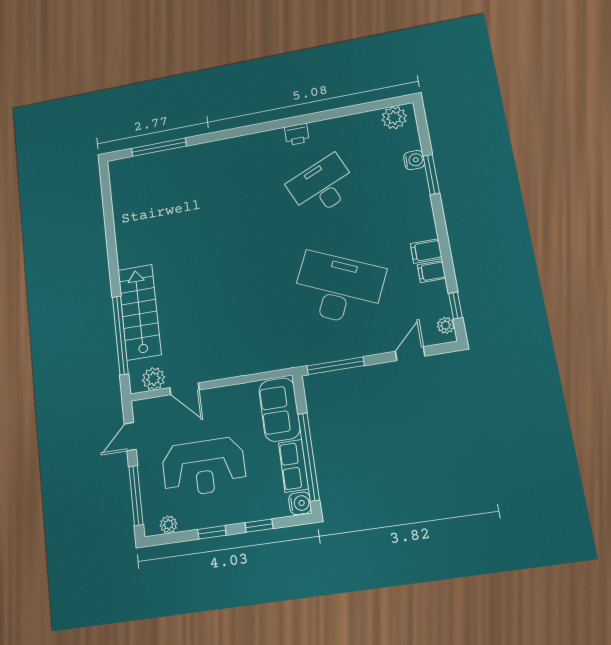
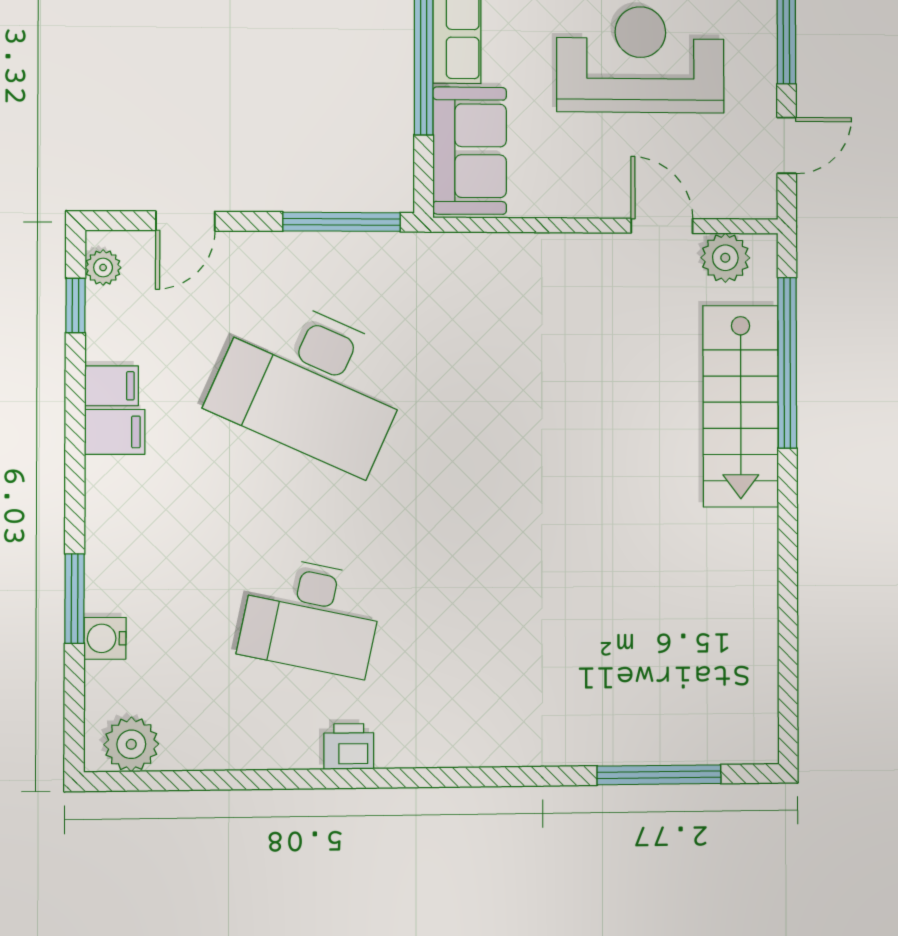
desk: (322, 186) -> (311, 616), turned 36

